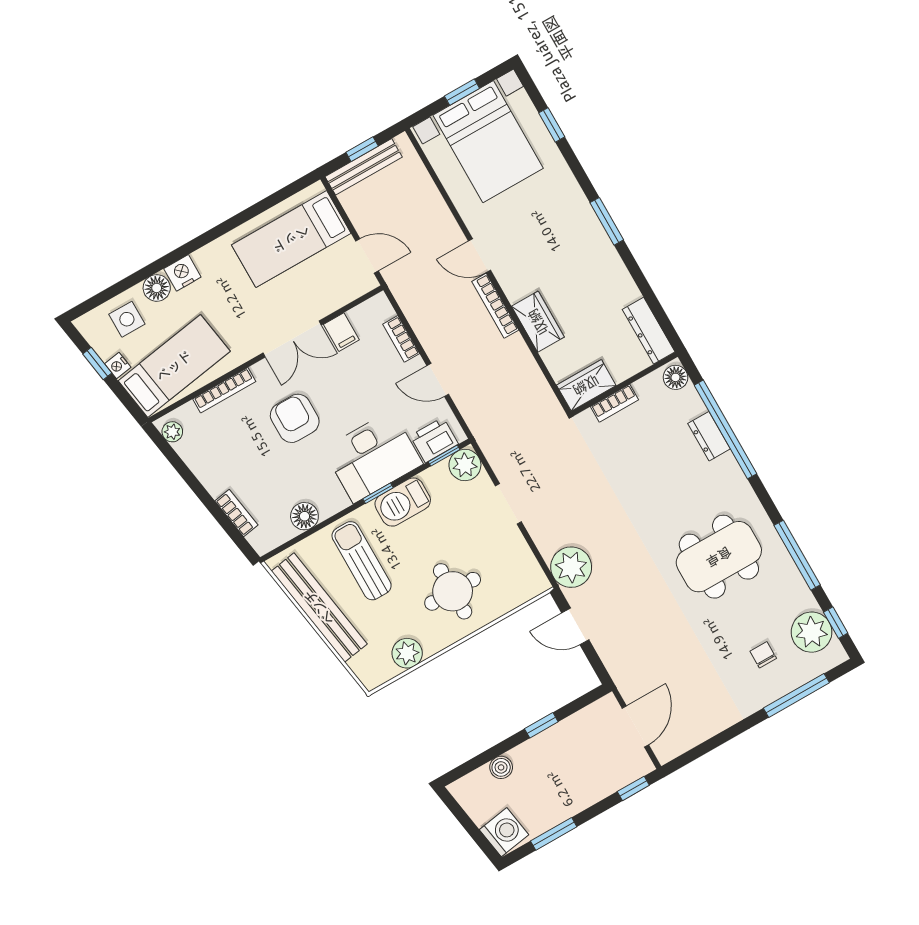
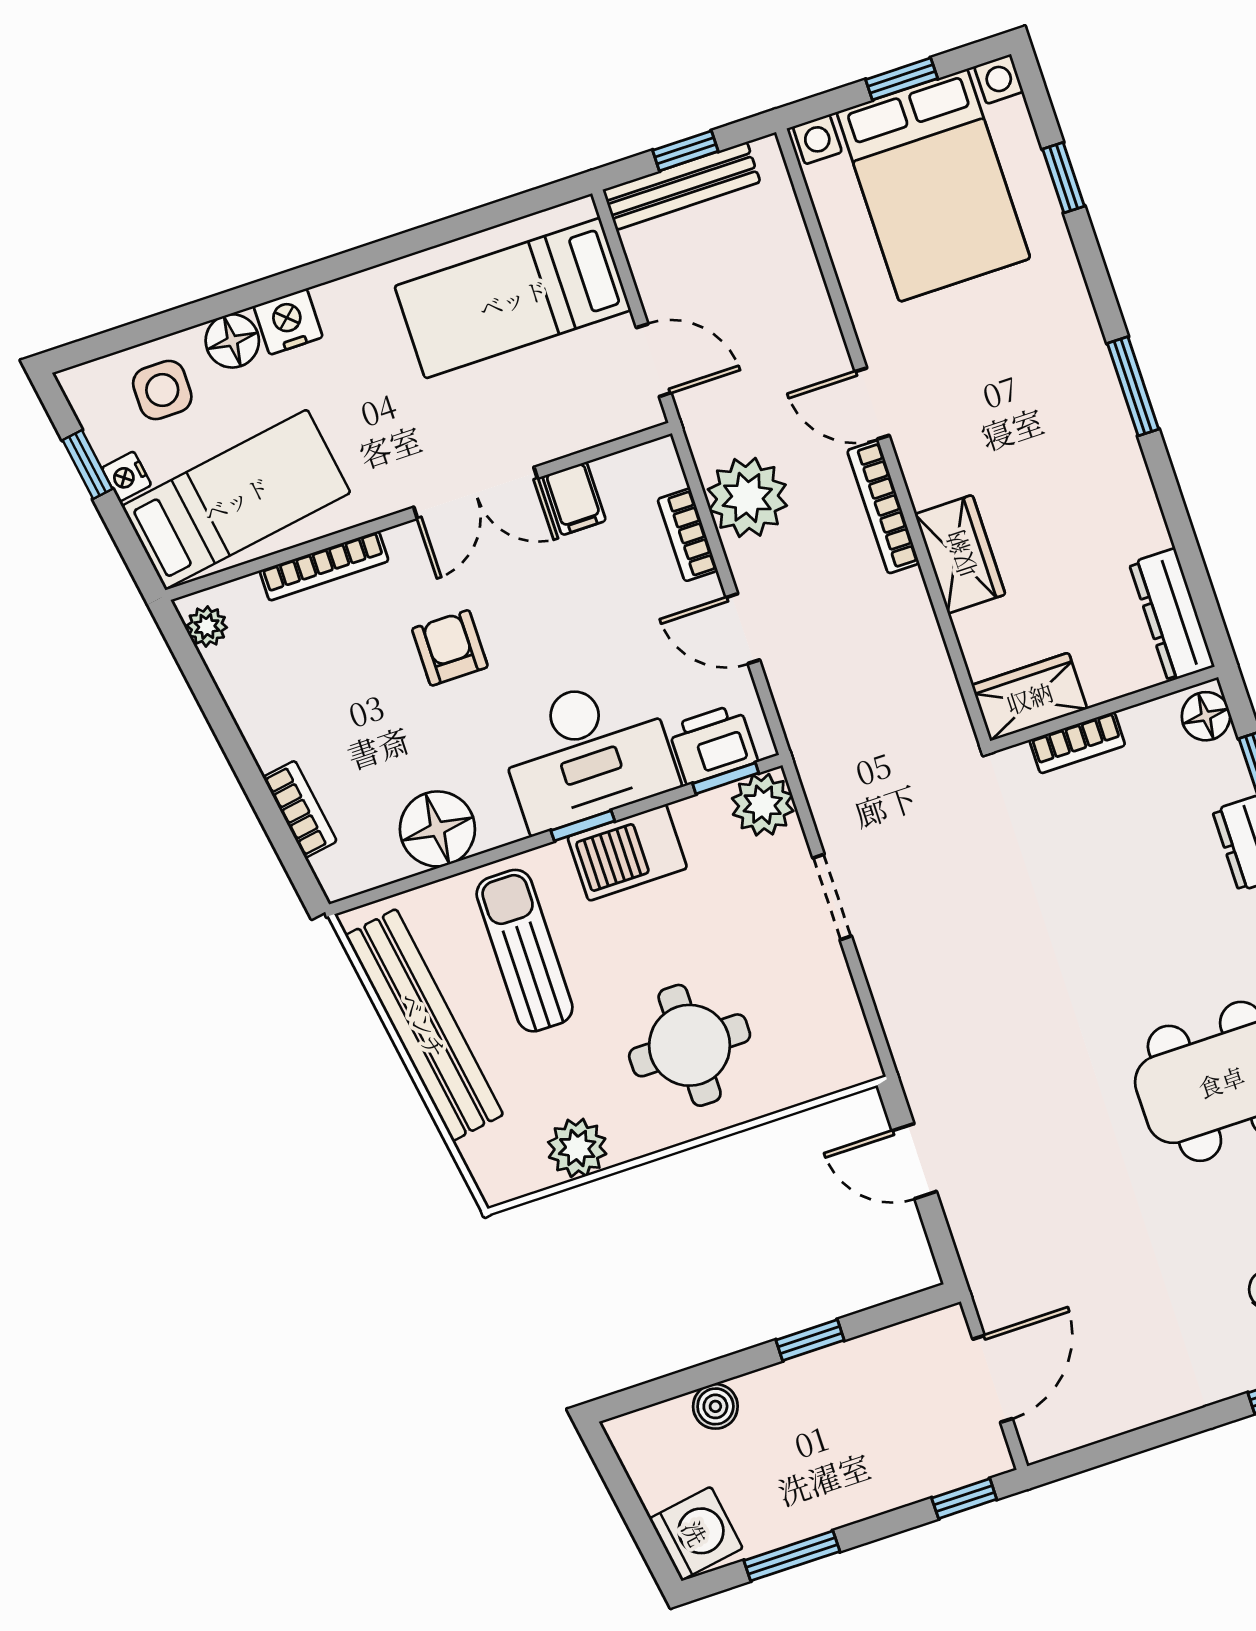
armchair: (295, 418) -> (450, 648), width x0.72, depth x0.72
floor lamp: (304, 516) -> (437, 829), width x1.38, depth x1.38
plant: (571, 567) -> (747, 497), moved

